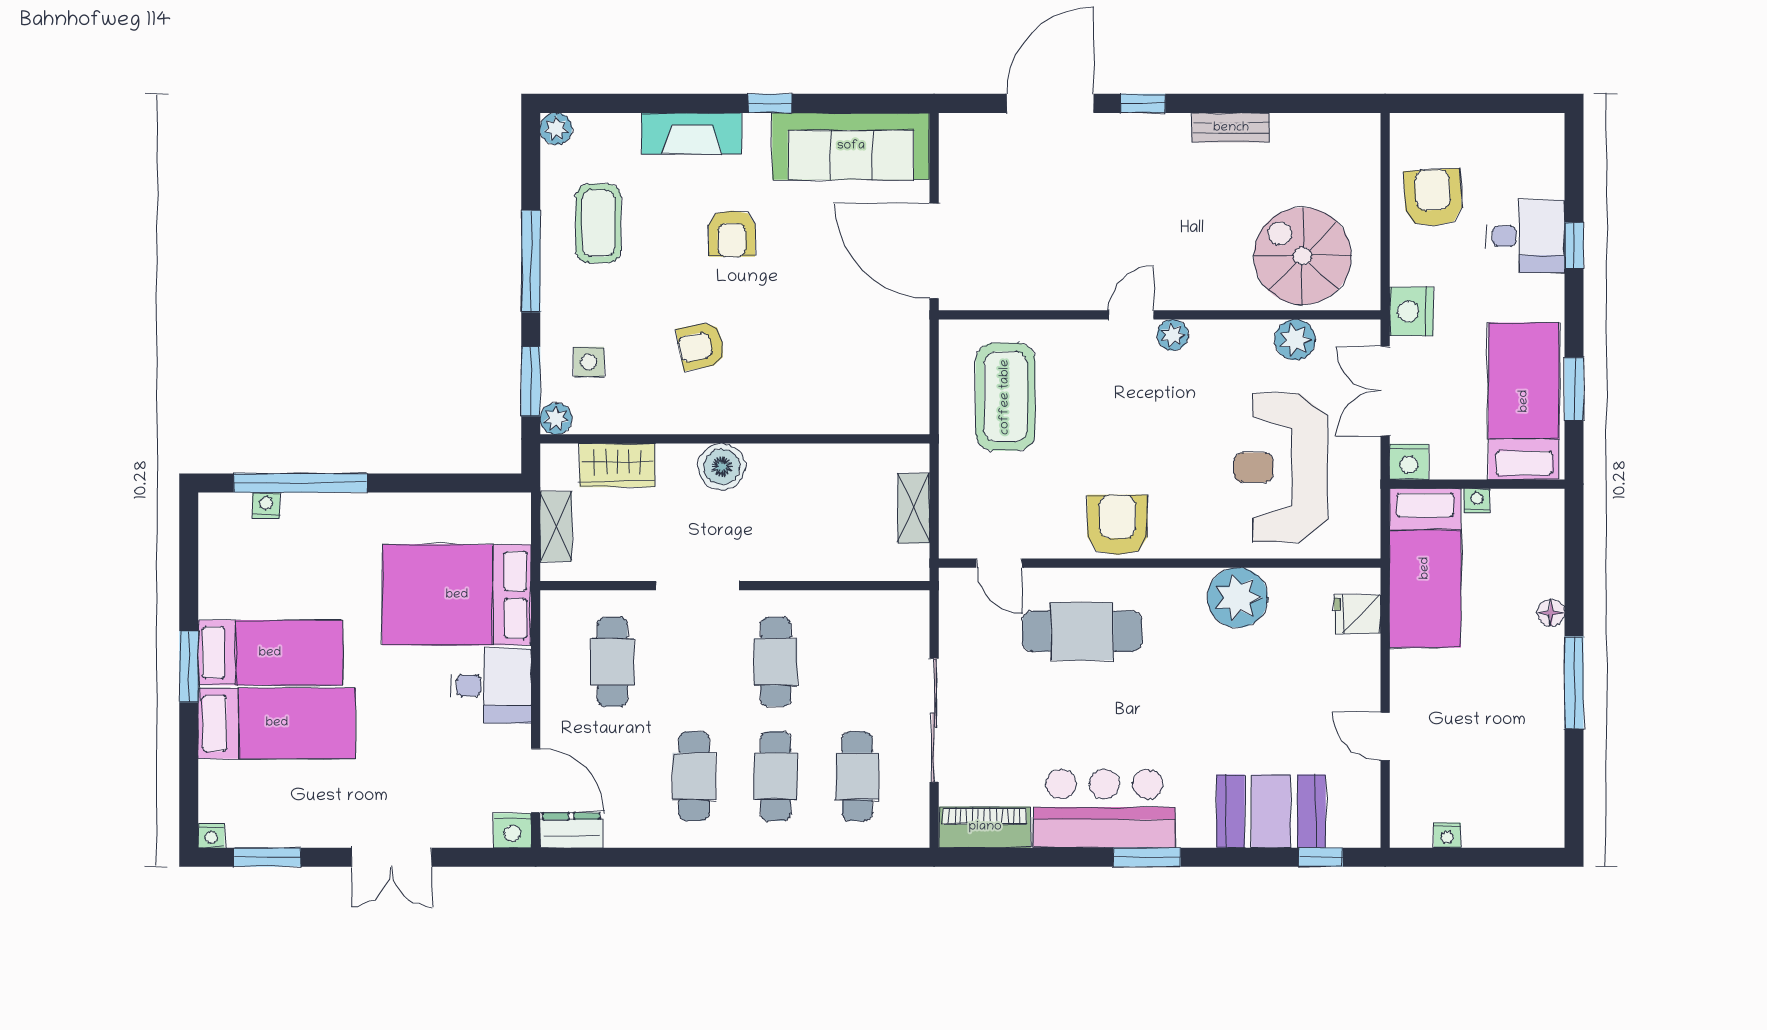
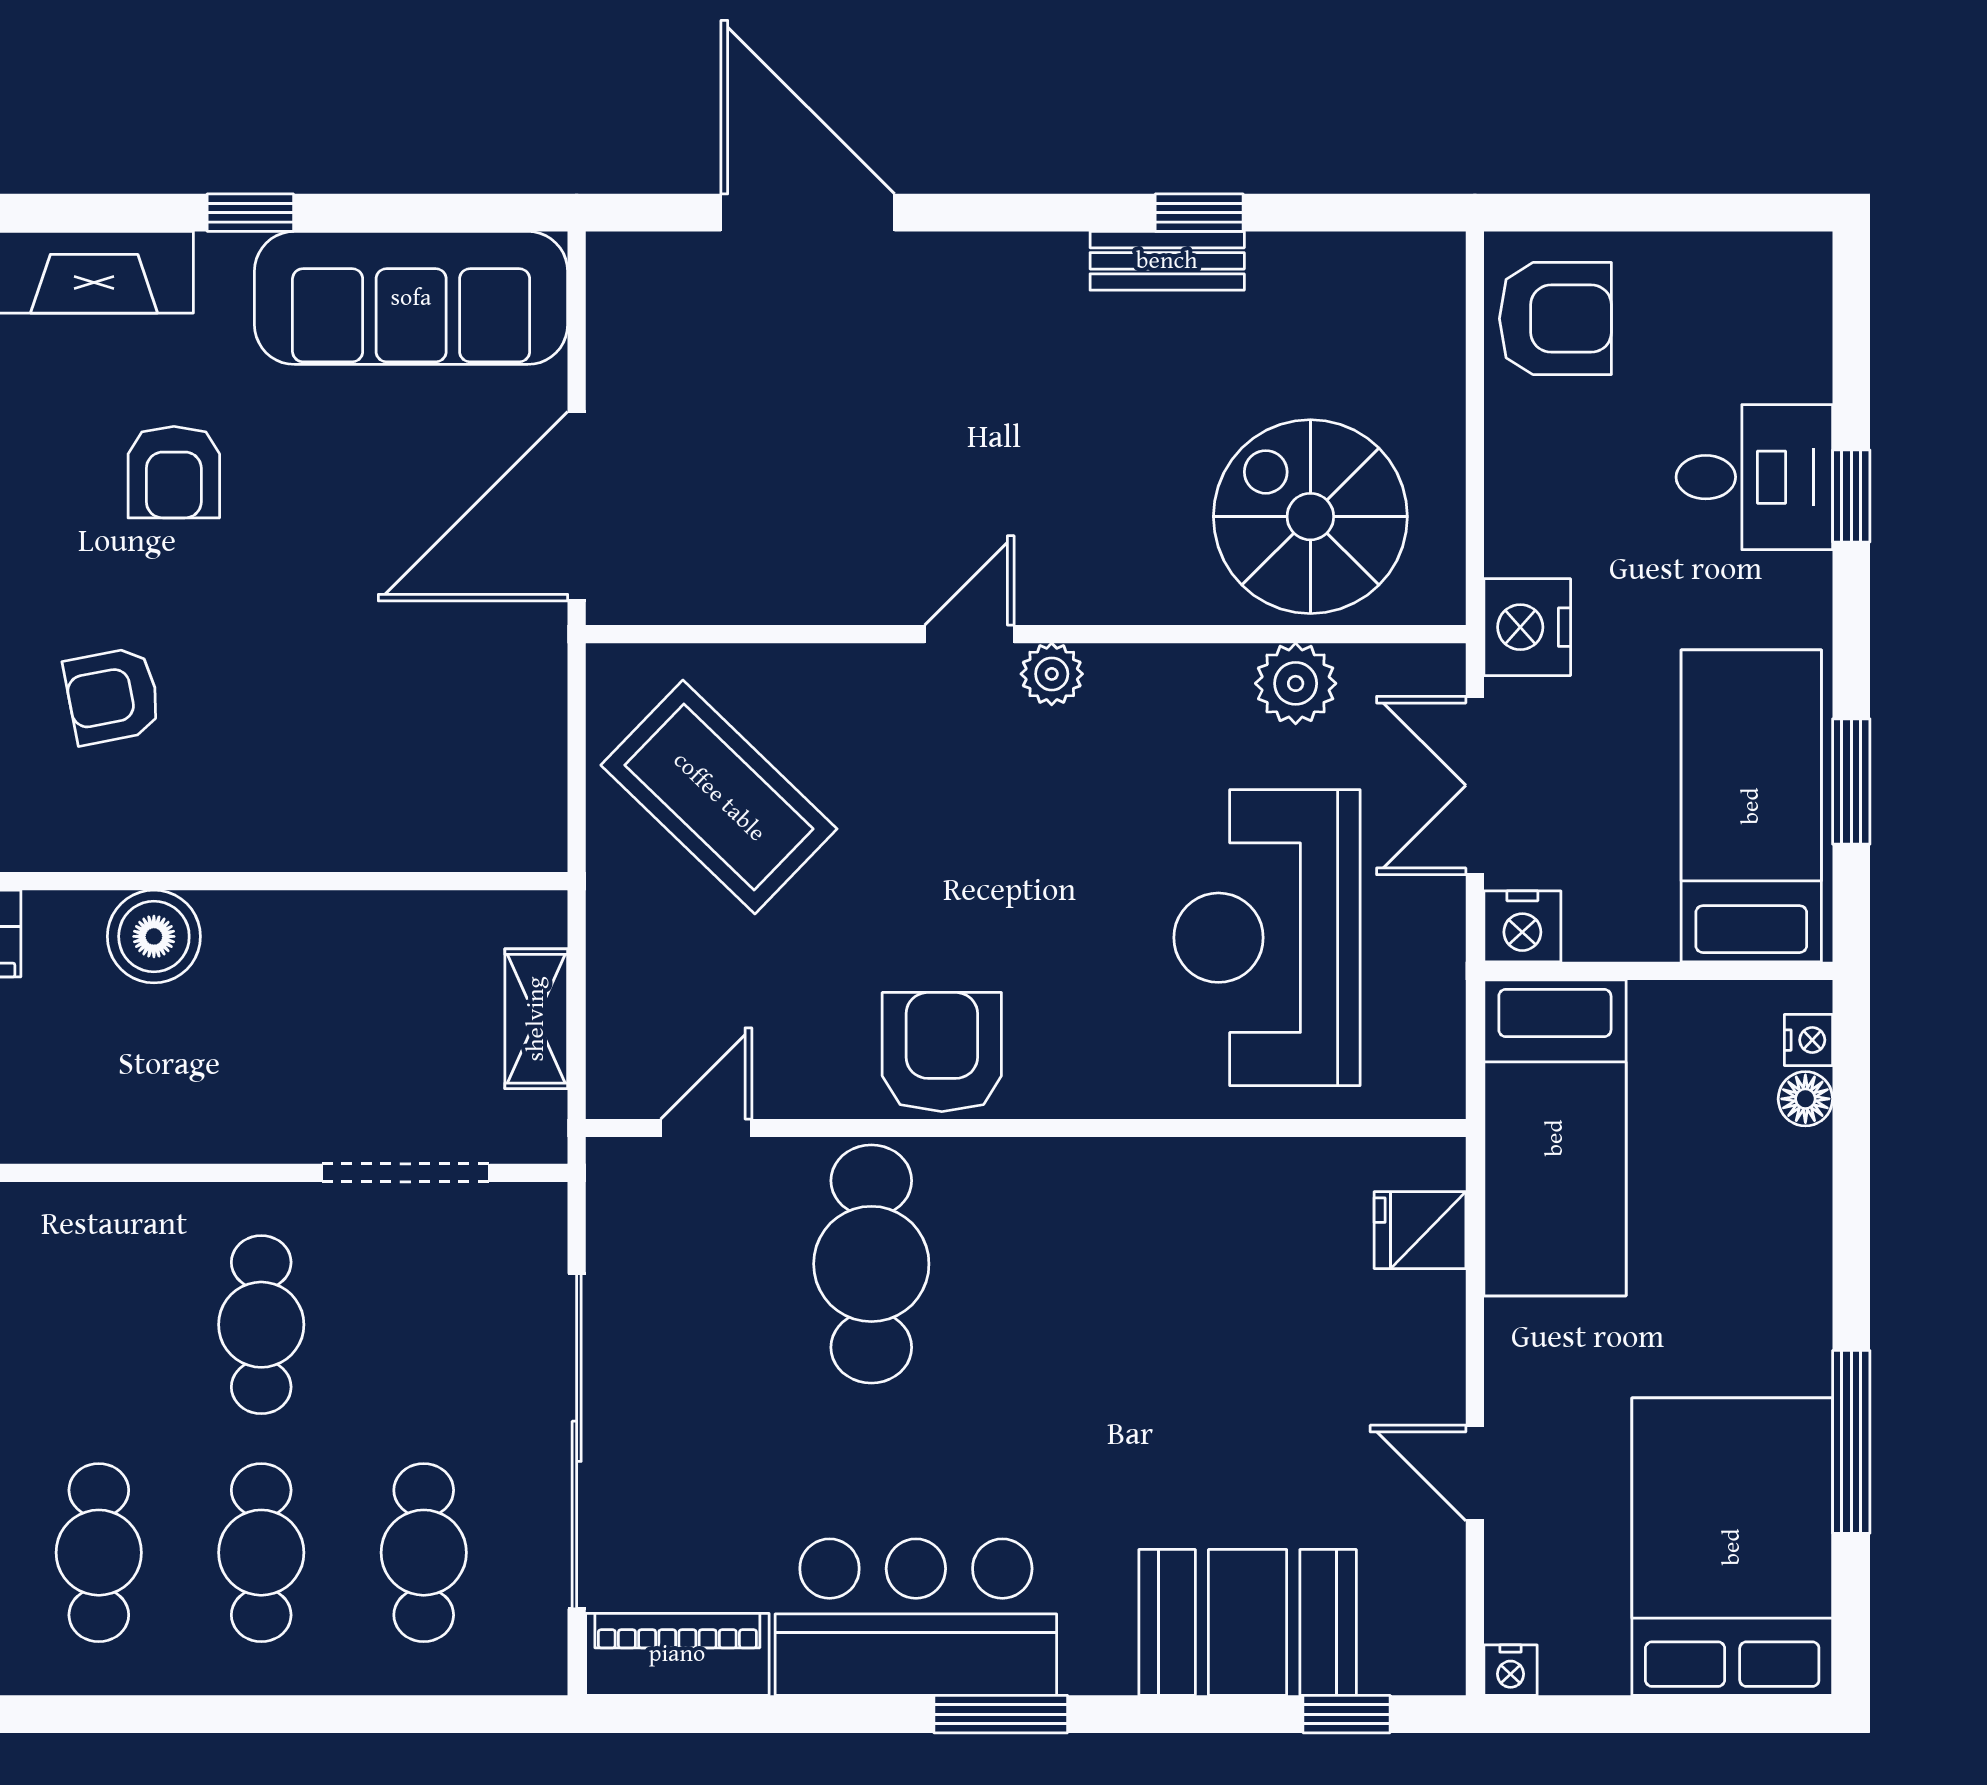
door: (1050, 103) -> (808, 213), hinge flipped
window: (1143, 103) -> (1199, 213), moved
armchair: (1433, 198) -> (1555, 319), moved, turned 93
door: (934, 251) -> (577, 506), hinge flipped
coffee table: (1005, 397) -> (719, 797), turned -46
nightstand: (1477, 501) -> (1808, 1040), moved, turned 90
door: (999, 563) -> (706, 1128), swing flipped
doorway: (698, 586) -> (406, 1173), moved
plant: (1238, 598) -> (1181, 1197), removed
floor lamp: (1551, 613) -> (1805, 1099), moved
cafe table: (1082, 631) -> (871, 1264), turned 90
window: (1574, 683) -> (1851, 1442), moved
sliding door: (934, 720) -> (577, 1441), width x1.36
bed: (1514, 773) -> (1732, 1547), added
nightstand: (1447, 835) -> (1510, 1670), moved

